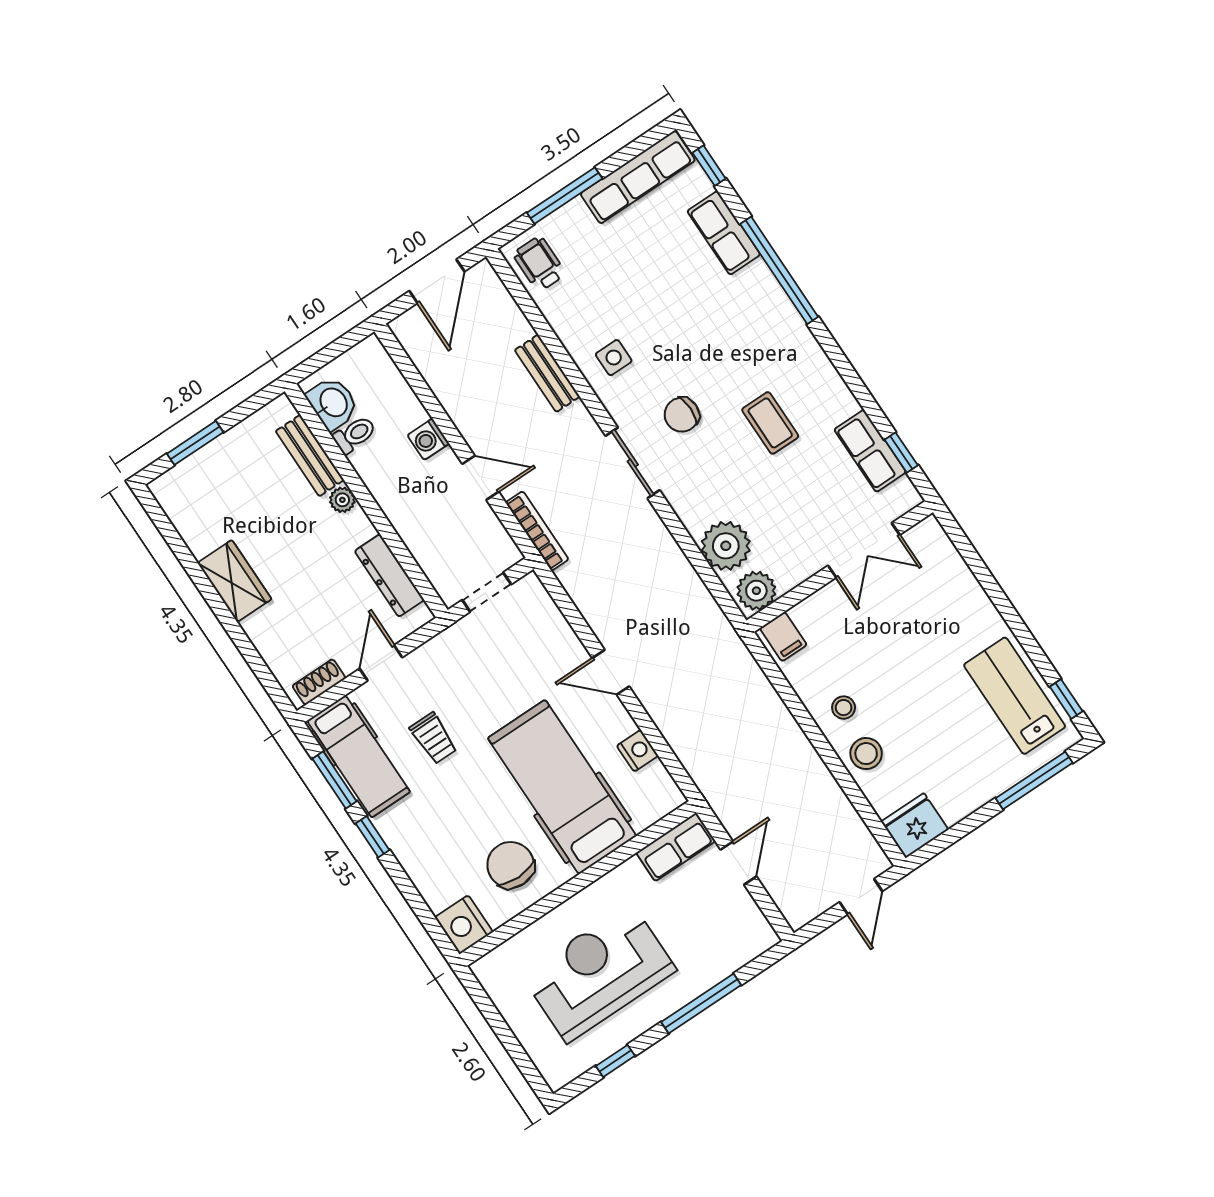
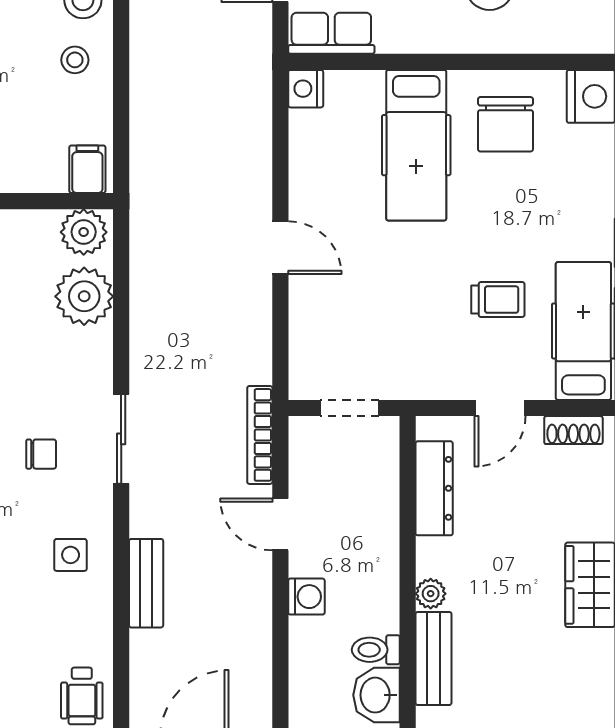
chair: (682, 415) -> (41, 454), width x0.73, depth x0.73
trolley: (433, 738) -> (498, 300), turned 90
nightstand: (637, 751) -> (306, 89), moved
hospital bed: (562, 787) -> (416, 145), width x0.73, depth x0.78

